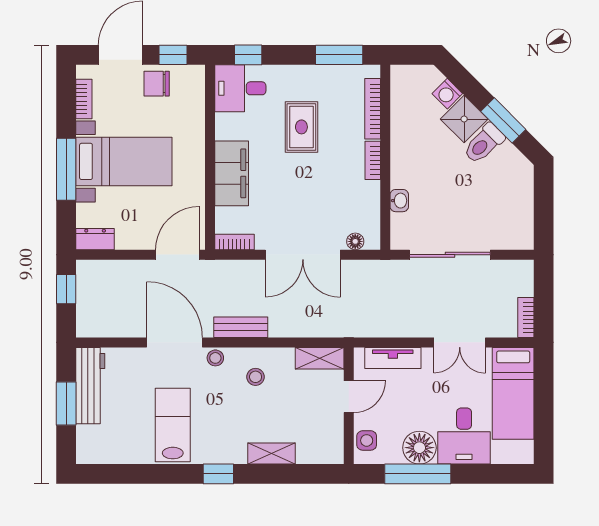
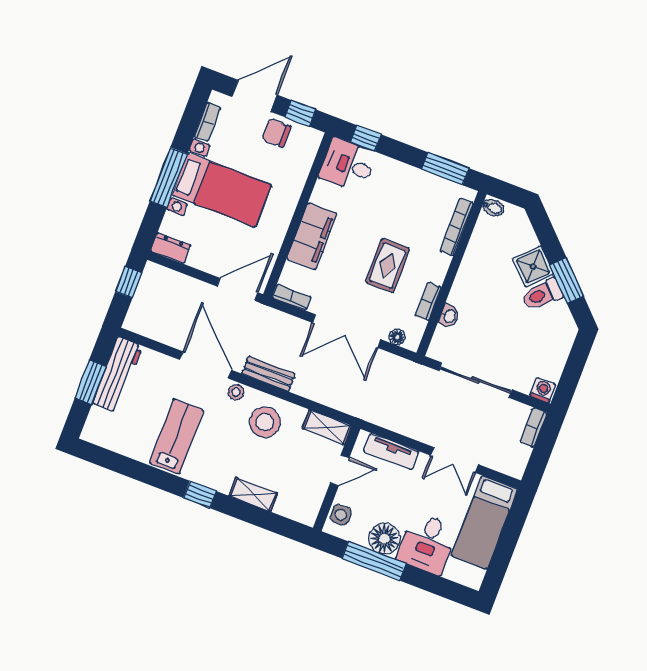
bidet: (402, 75) -> (493, 208), added
washing machine: (447, 94) -> (543, 390), moved, turned 135
rug: (301, 127) -> (388, 266), moved
bookcase: (373, 160) -> (428, 301), moved
bookcase: (526, 317) -> (533, 427), moved
stool: (256, 377) -> (265, 422), width x1.89, depth x1.89

